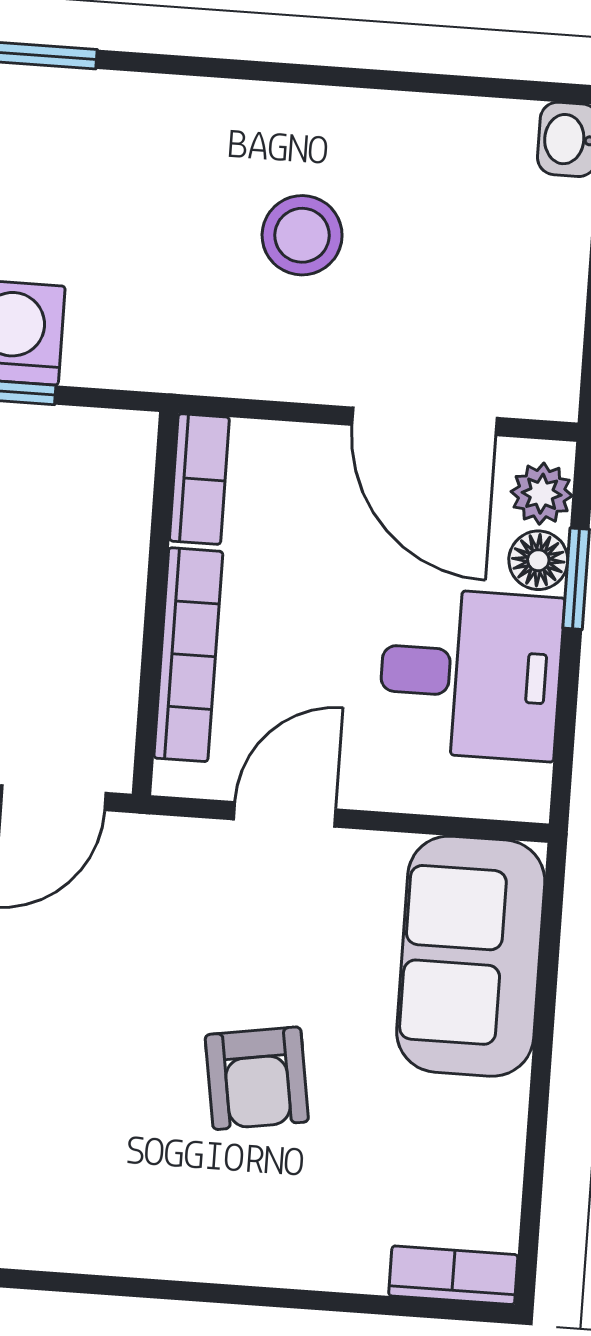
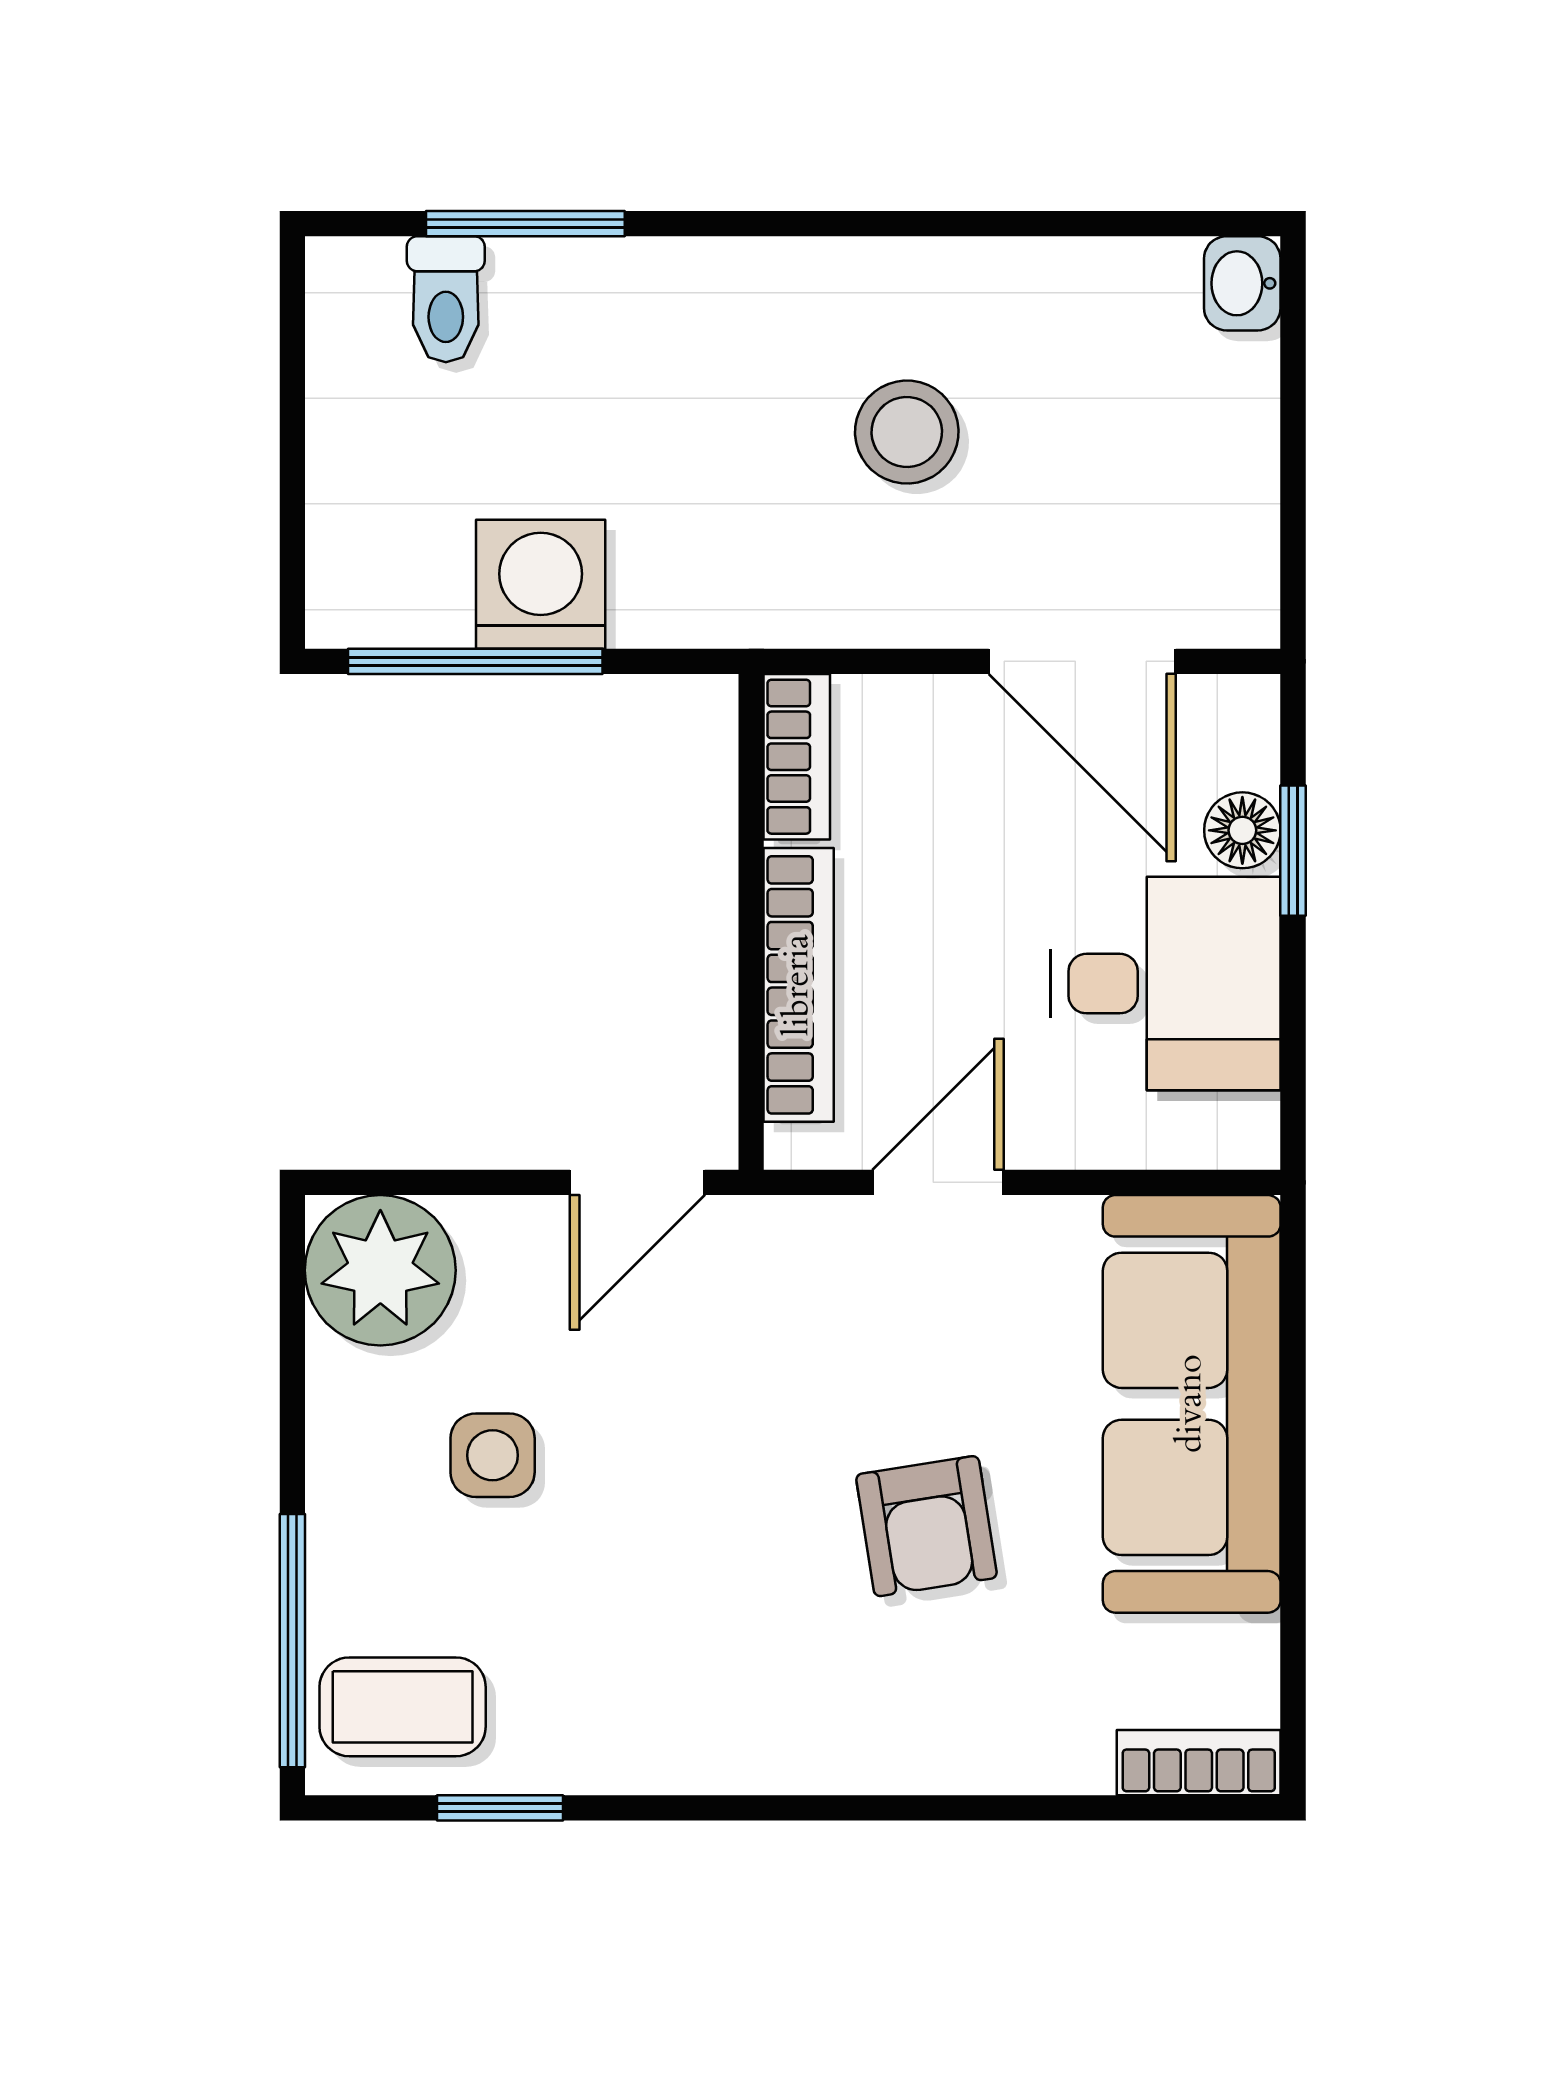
plant: (542, 494) -> (1241, 744), removed
sofa: (471, 956) -> (1192, 1404), width x1.36

